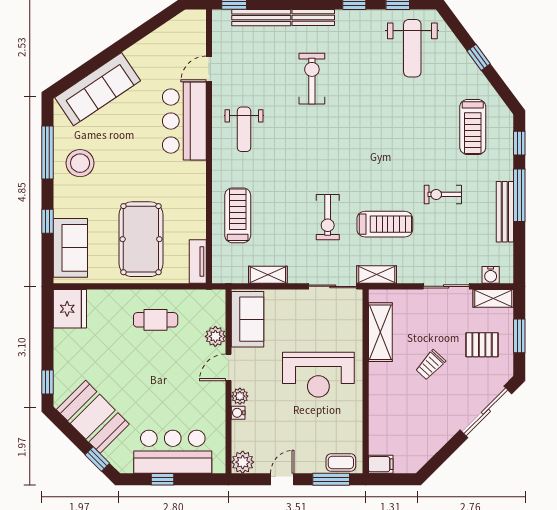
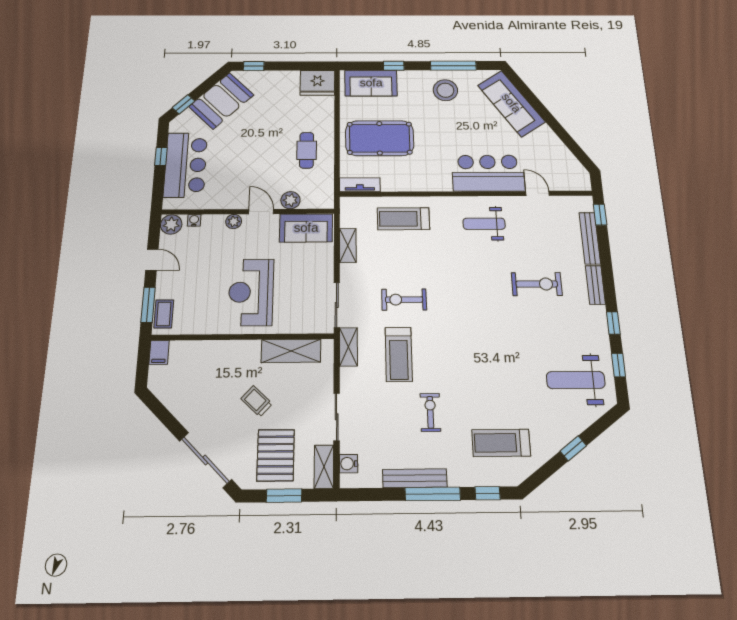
treadmill: (238, 215) -> (403, 219), turned 180
pallet: (482, 345) -> (276, 455), width x1.50, depth x1.42
water cooler: (238, 413) -> (194, 220), moved

